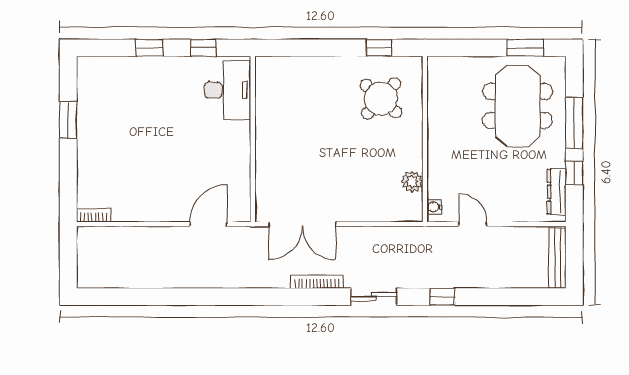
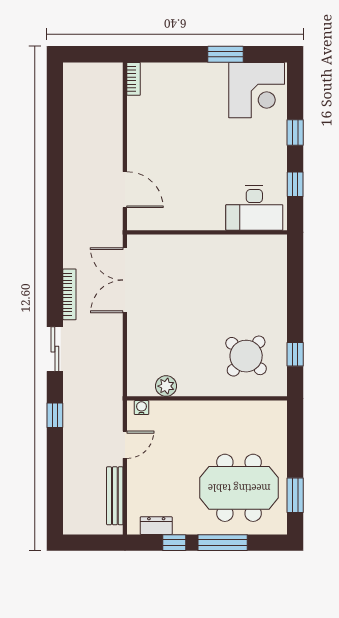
corner desk: (105, 88) -> (257, 90), added
dresser: (557, 192) -> (156, 526), width x0.70
bench: (557, 258) -> (115, 496), moved, turned 90

